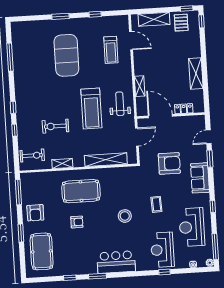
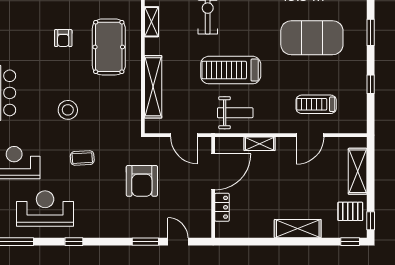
door: (131, 41) -> (310, 135), moved
shelving: (196, 74) -> (298, 229), moved
sofa: (200, 178) -> (118, 225), removed

